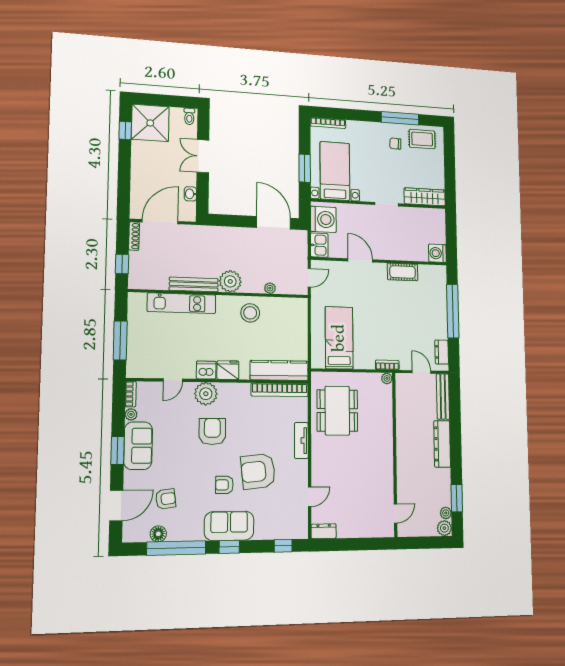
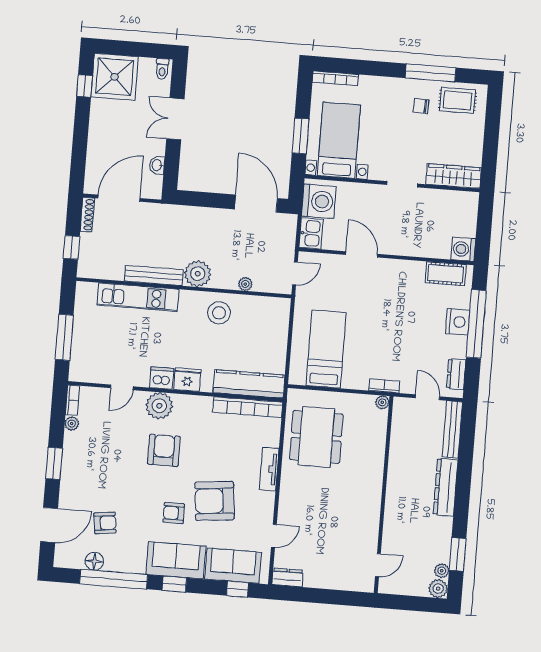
cot: (403, 272) -> (446, 274), moved
nightstand: (439, 310) -> (458, 322), added
sofa: (138, 446) -> (233, 566), moved, turned -90

